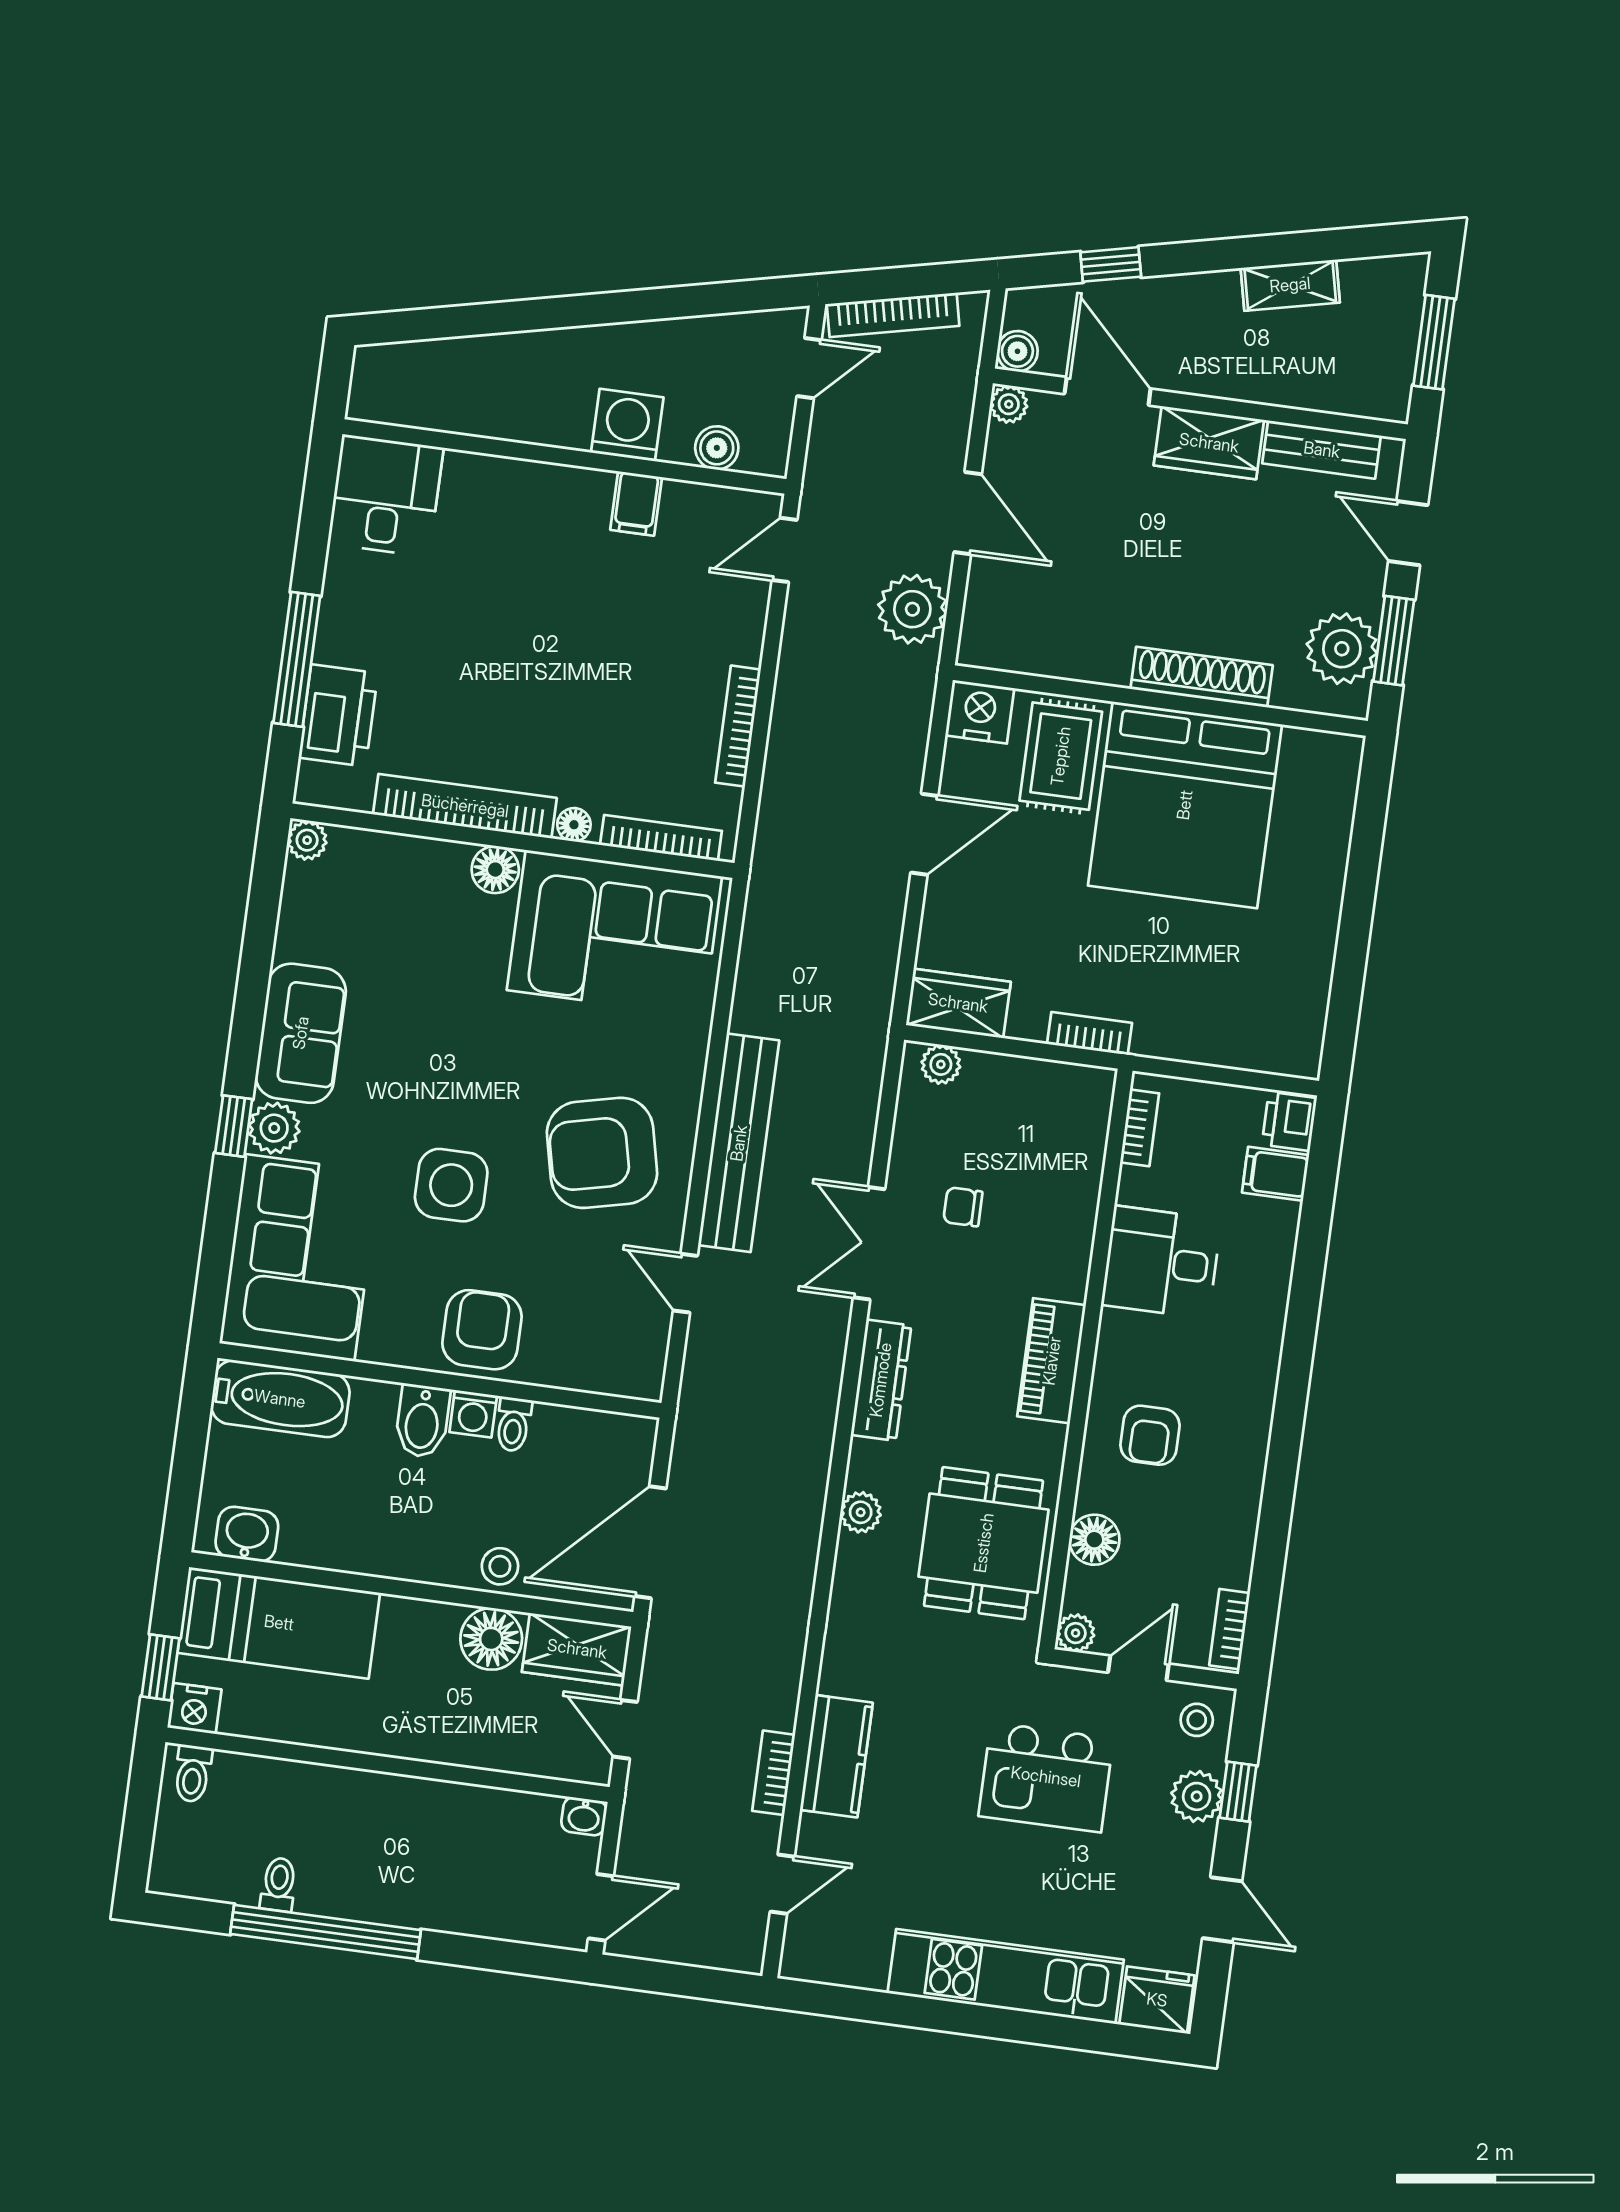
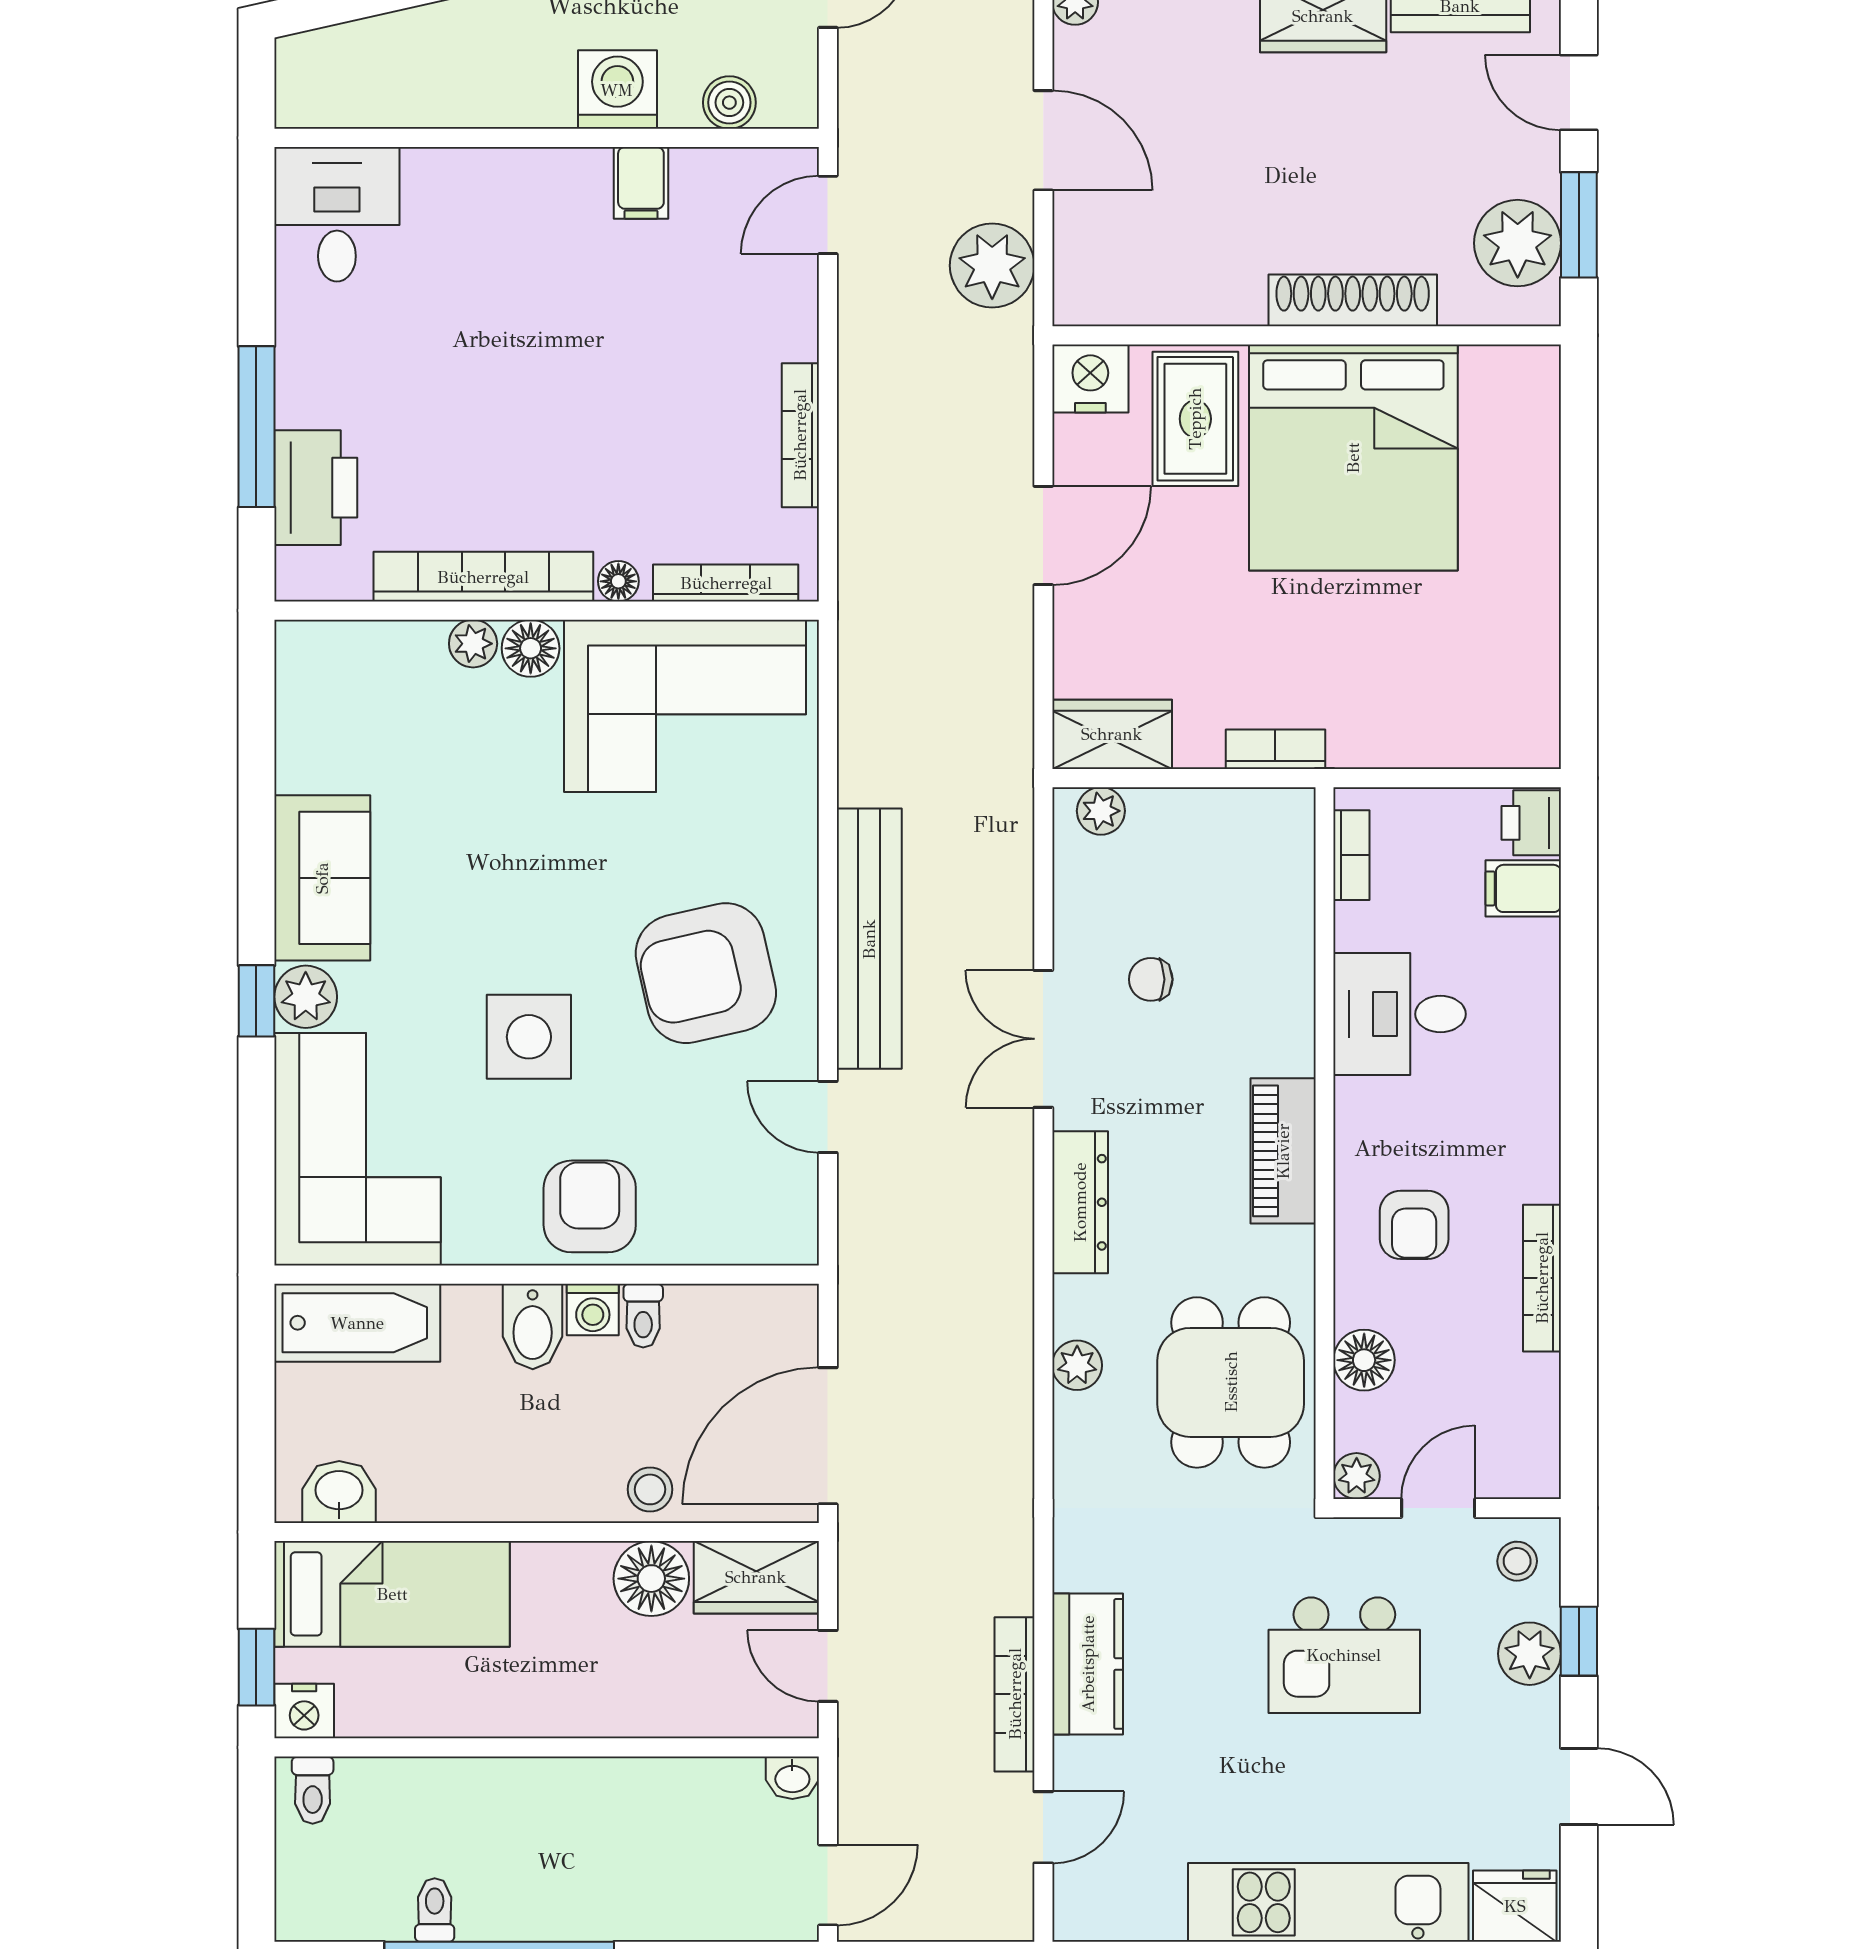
plant: (307, 840) -> (473, 644), moved
bookcase: (1230, 1629) -> (1542, 1278), moved, width x1.56
bookcase: (774, 1773) -> (1015, 1694), width x1.56

